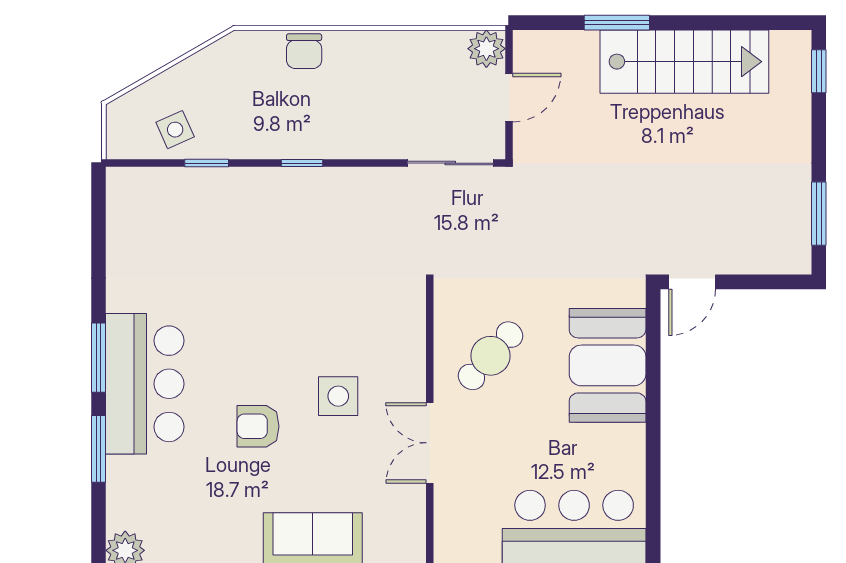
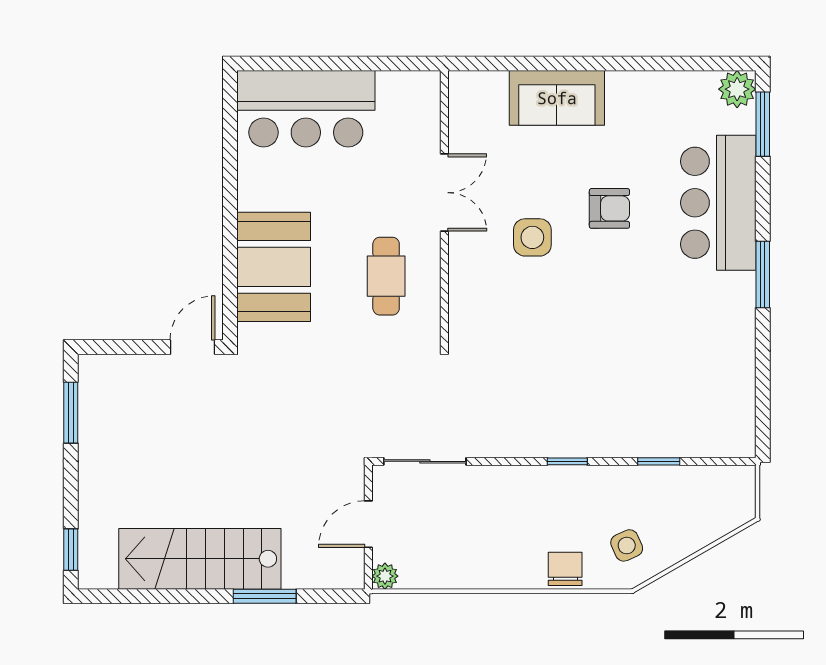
plant: (486, 49) -> (385, 576), width x0.73, depth x0.73
side table: (175, 130) -> (627, 545), moved
cafe table: (490, 356) -> (386, 276), turned -42
bar counter: (145, 384) -> (718, 203), moved
window: (98, 449) -> (763, 124), moved

